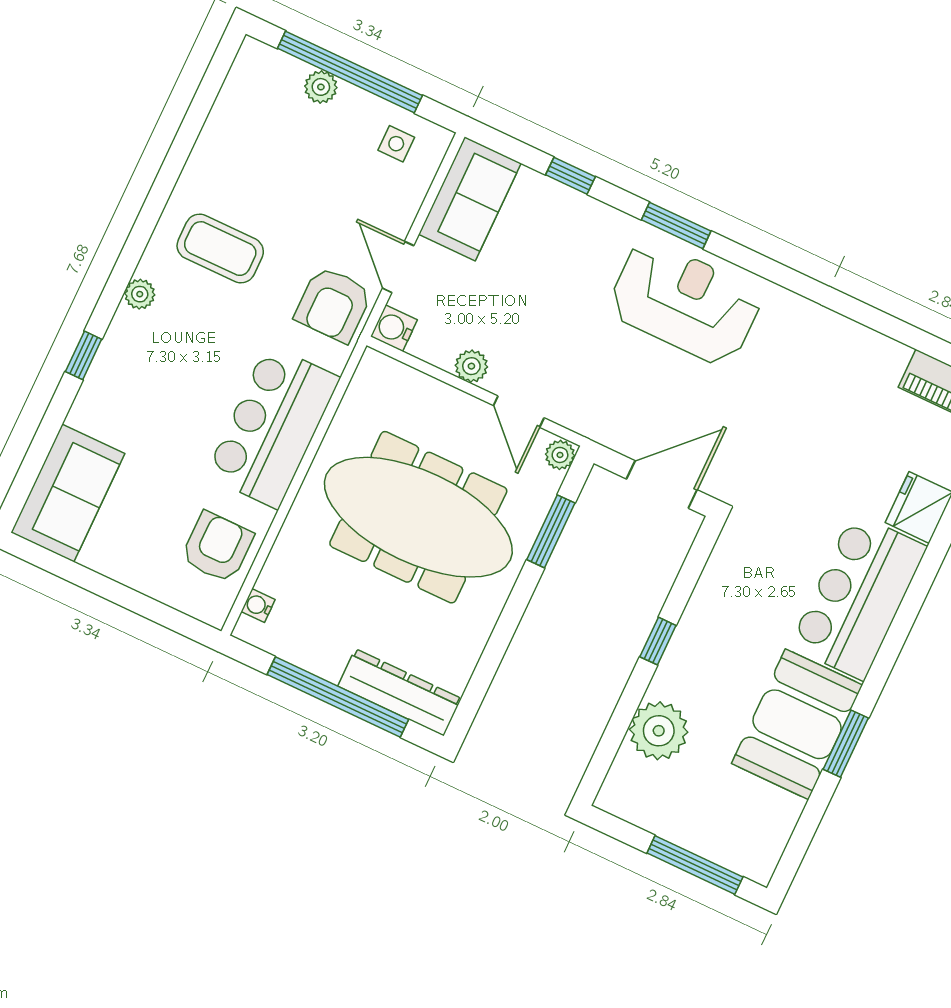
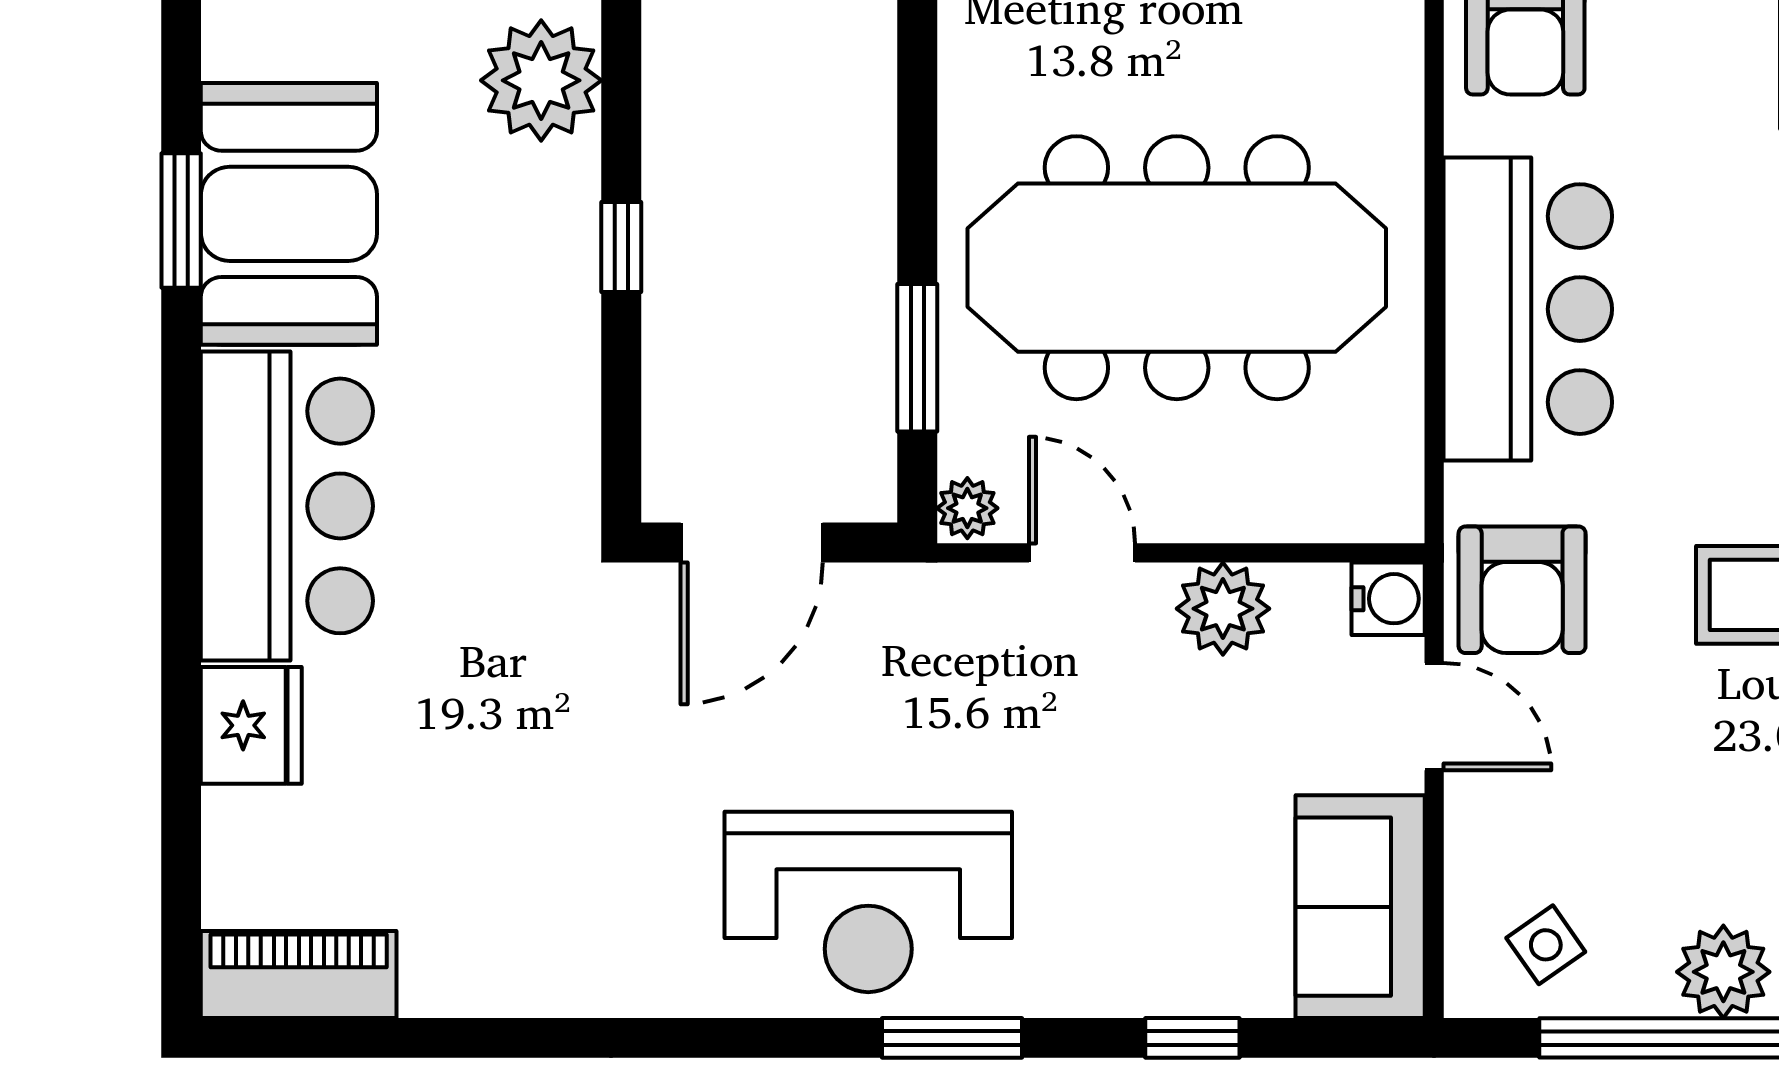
plant: (321, 87) -> (1723, 972), width x1.38, depth x1.38
side table: (396, 144) -> (1546, 945), turned -35
armchair: (333, 304) -> (1522, 590), turned 180
plant: (471, 366) -> (1223, 609), width x1.38, depth x1.38

